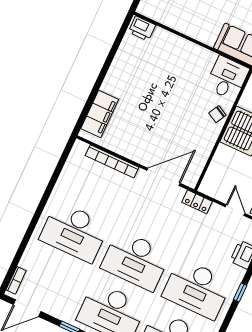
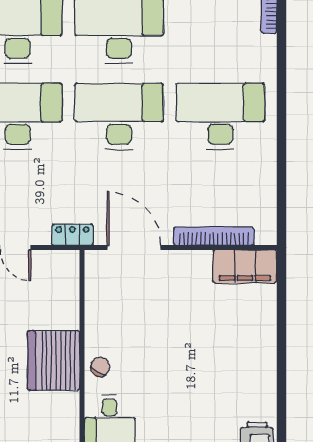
filing cabinet: (100, 114) -> (245, 266), moved, turned -90
door: (163, 177) -> (134, 247), swing flipped

